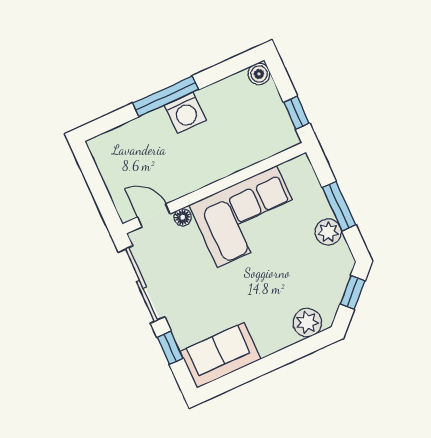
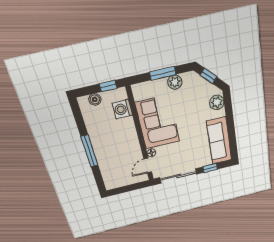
boiler: (259, 74) -> (95, 99), moved
washing machine: (185, 113) -> (122, 109), moved, turned 180
sofa: (220, 355) -> (219, 141), width x1.36

